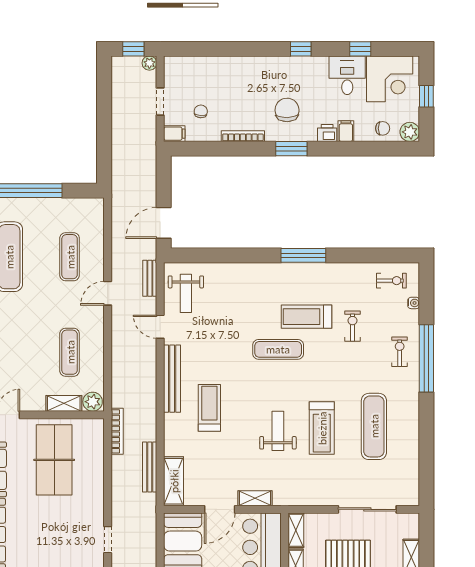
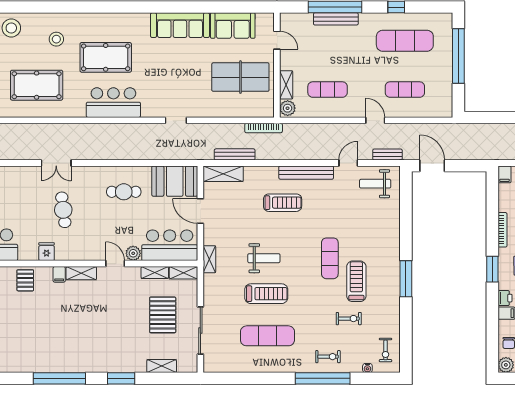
treadmill: (322, 428) -> (266, 294), turned 180
shelving: (255, 498) -> (209, 259), moved

